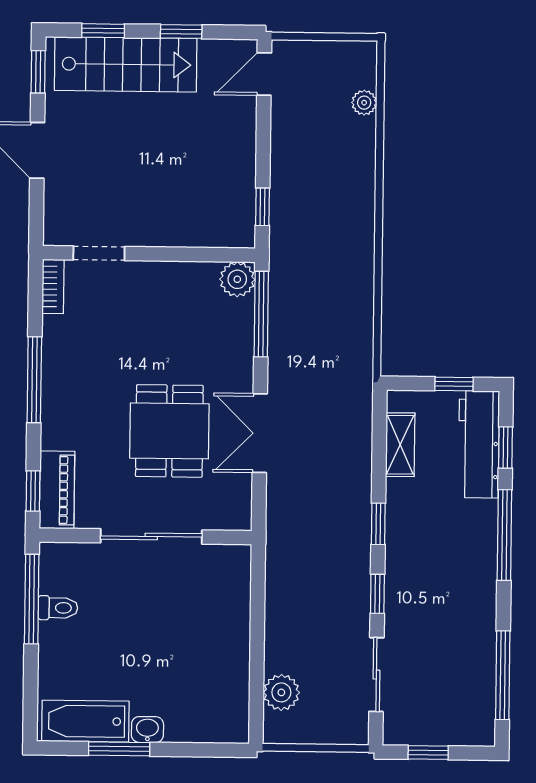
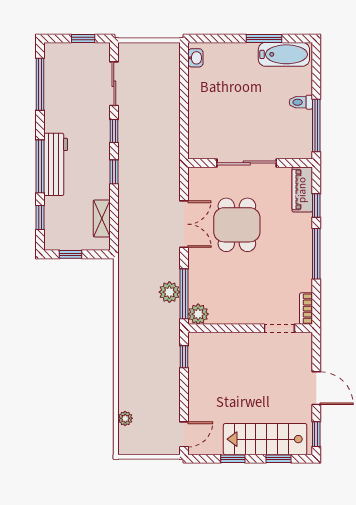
workbench: (479, 444) -> (56, 164), moved
window: (33, 491) -> (316, 206), moved
toilet: (58, 608) -> (301, 102), moved
plant: (281, 692) -> (169, 292), moved
washbasin: (147, 730) -> (195, 58), moved, turned -90

